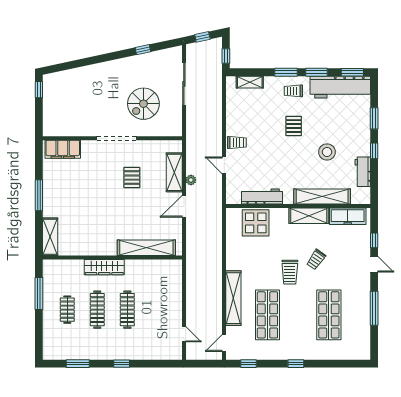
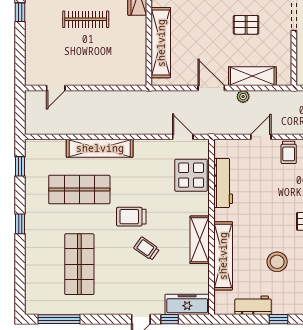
freezer: (348, 216) -> (187, 304), moved, turned 90
window: (374, 308) -> (59, 319), moved
shop shelf: (329, 315) -> (79, 264), turned 90
door: (224, 343) -> (183, 137), moved

